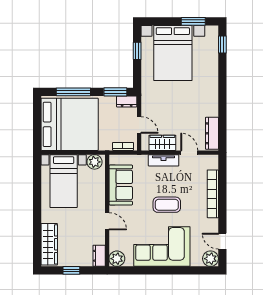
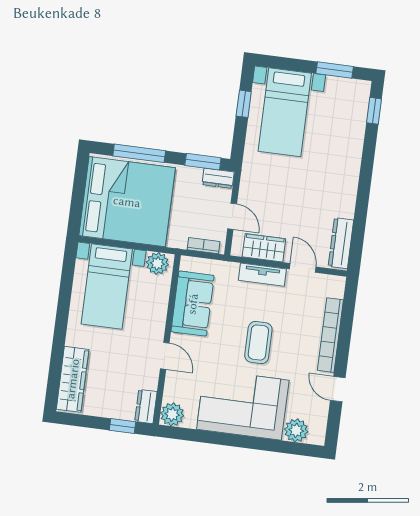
bed with nightstands: (173, 53) -> (285, 112), width x0.73
coffee table: (167, 205) -> (258, 343), turned 90
door: (222, 241) -> (338, 389), moved
plant: (210, 259) -> (296, 430), moved
window: (71, 270) -> (122, 426), moved

